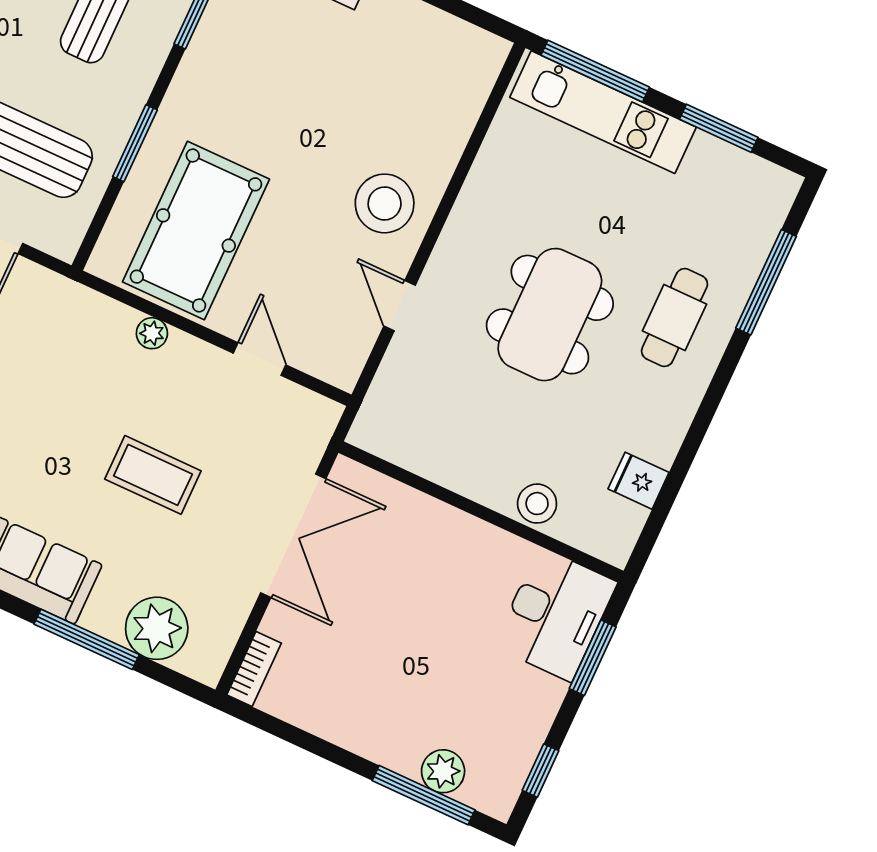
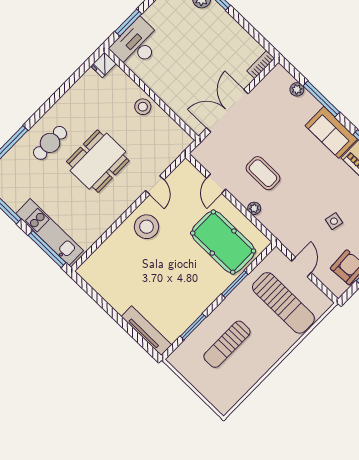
pool table: (196, 230) -> (223, 242), turned 90
coffee table: (153, 475) -> (263, 173), moved
fridge: (639, 481) -> (103, 65), moved, turned 90
stool: (537, 504) -> (143, 107), moved
plant: (157, 628) -> (297, 89), width x0.53, depth x0.53

